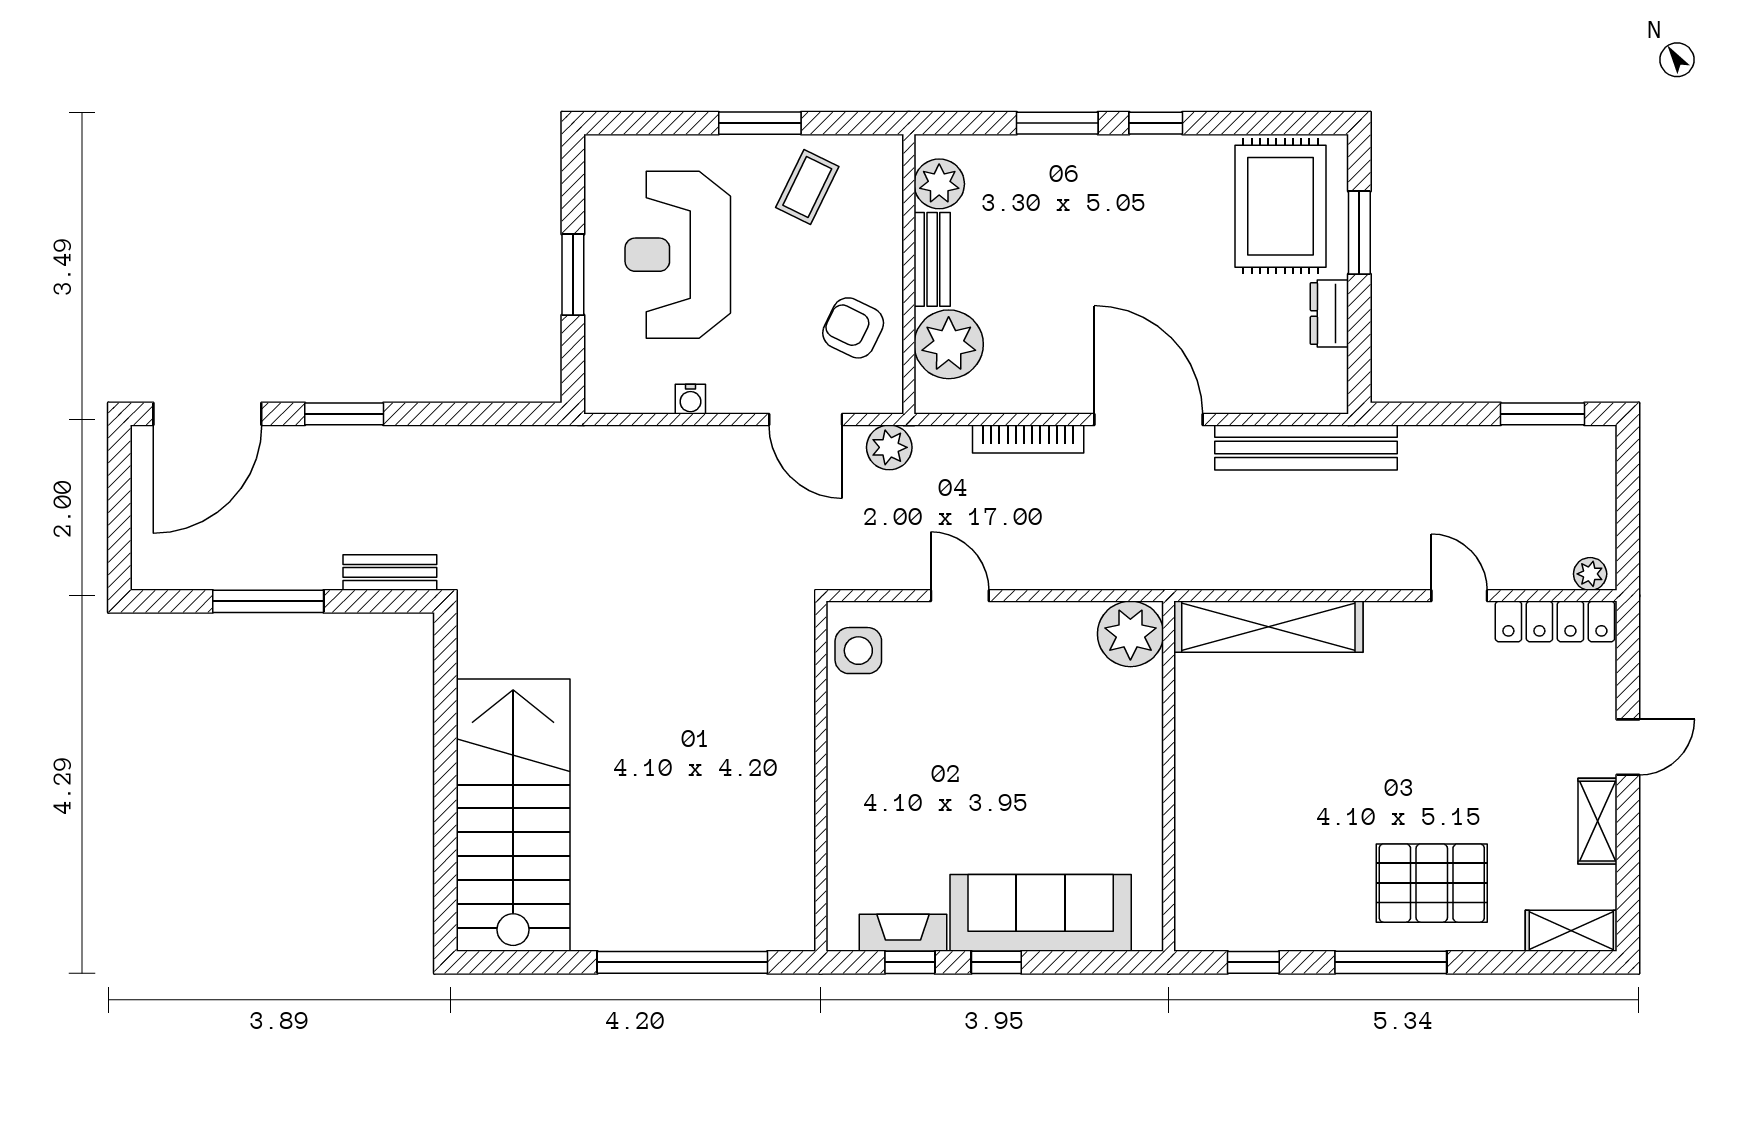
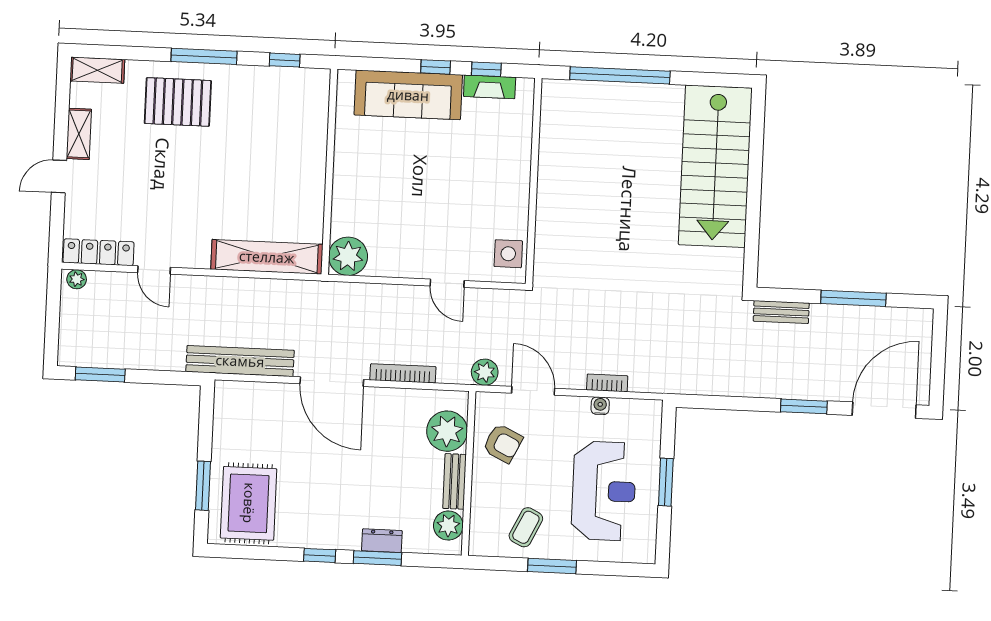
dresser: (1329, 314) -> (382, 541), moved, turned -90
bookcase: (680, 439) -> (607, 383), added

